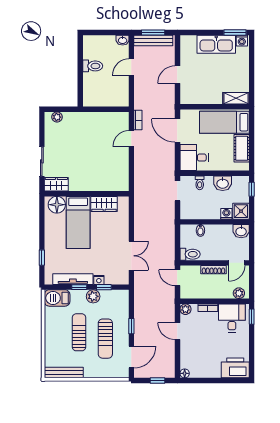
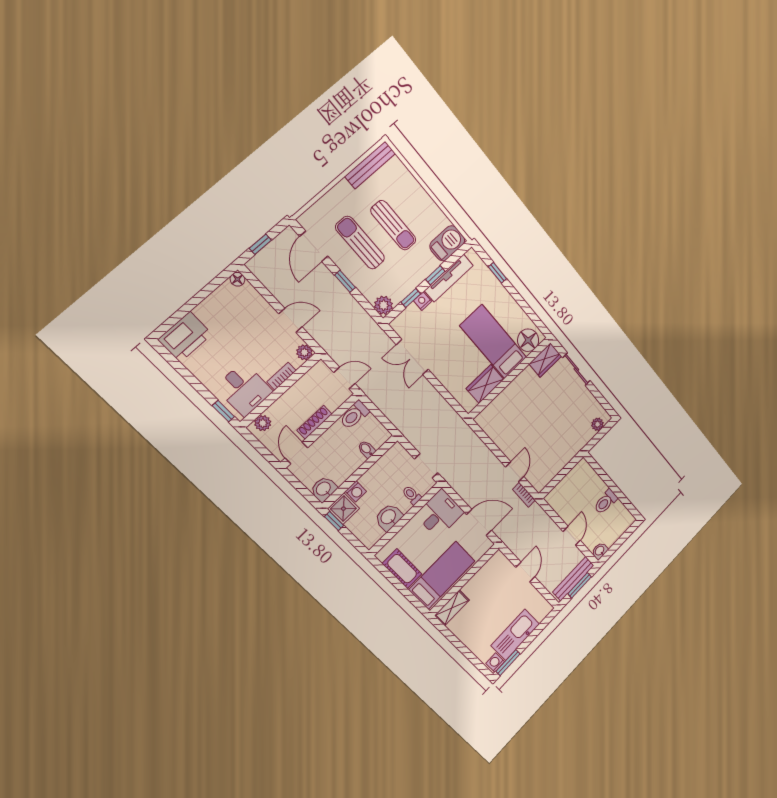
window: (252, 189) -> (334, 521), moved
plant: (93, 296) -> (384, 305), moved

